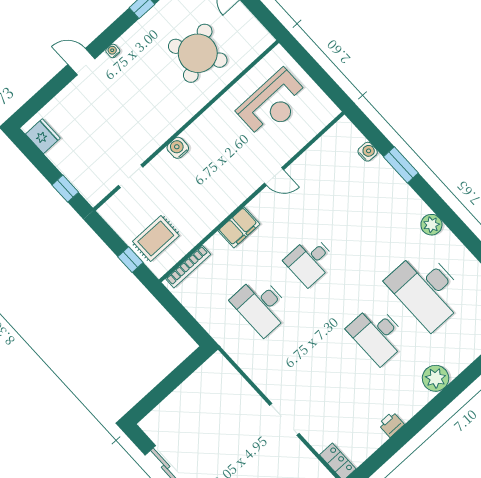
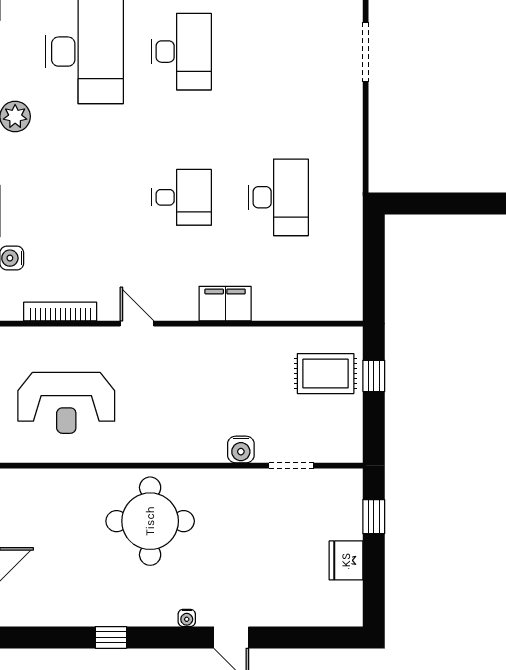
round table: (198, 53) -> (150, 521), moved, turned 30
reception desk: (273, 104) -> (66, 403), turned 180
fridge: (43, 136) -> (346, 560), moved
water cooler: (178, 148) -> (241, 449), moved
bookcase: (188, 267) -> (60, 312), moved

